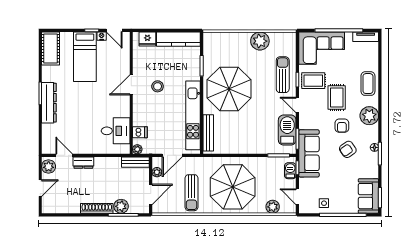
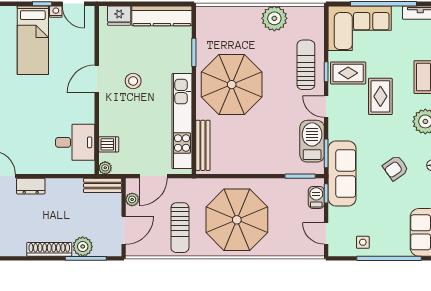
armchair: (342, 126) -> (387, 135), removed
plant: (273, 207) -> (292, 247), removed

